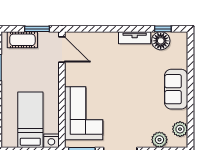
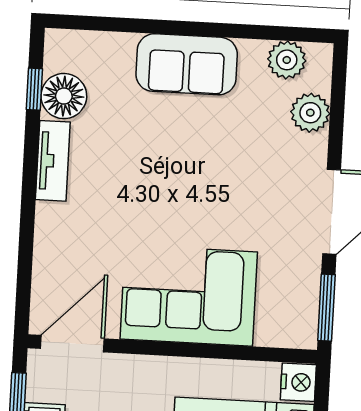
corner sofa: (84, 113) -> (189, 296), moved

